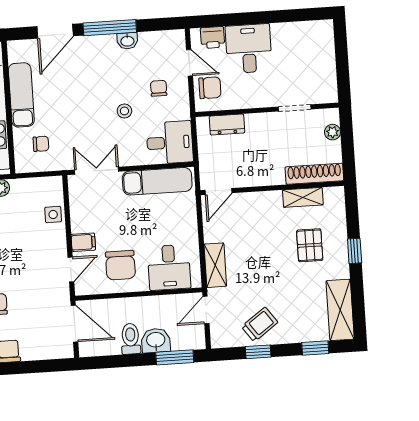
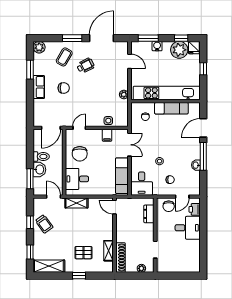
door: (55, 31) -> (203, 128), hinge flipped
filing cabinet: (83, 242) -> (107, 135), moved
chair: (120, 265) -> (80, 154), turned -90
door: (71, 269) -> (79, 128), swing flipped

